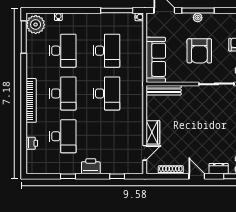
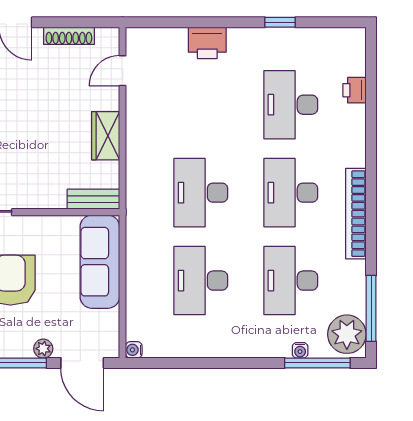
window: (117, 11) -> (317, 363), moved
plant: (198, 18) -> (43, 349), moved
bench: (164, 90) -> (93, 199), width x0.73
bookcase: (31, 100) -> (356, 214), moved
wardrobe: (153, 132) -> (106, 136), moved
printer: (91, 166) -> (207, 43), moved
window: (117, 176) -> (179, 22), removed

